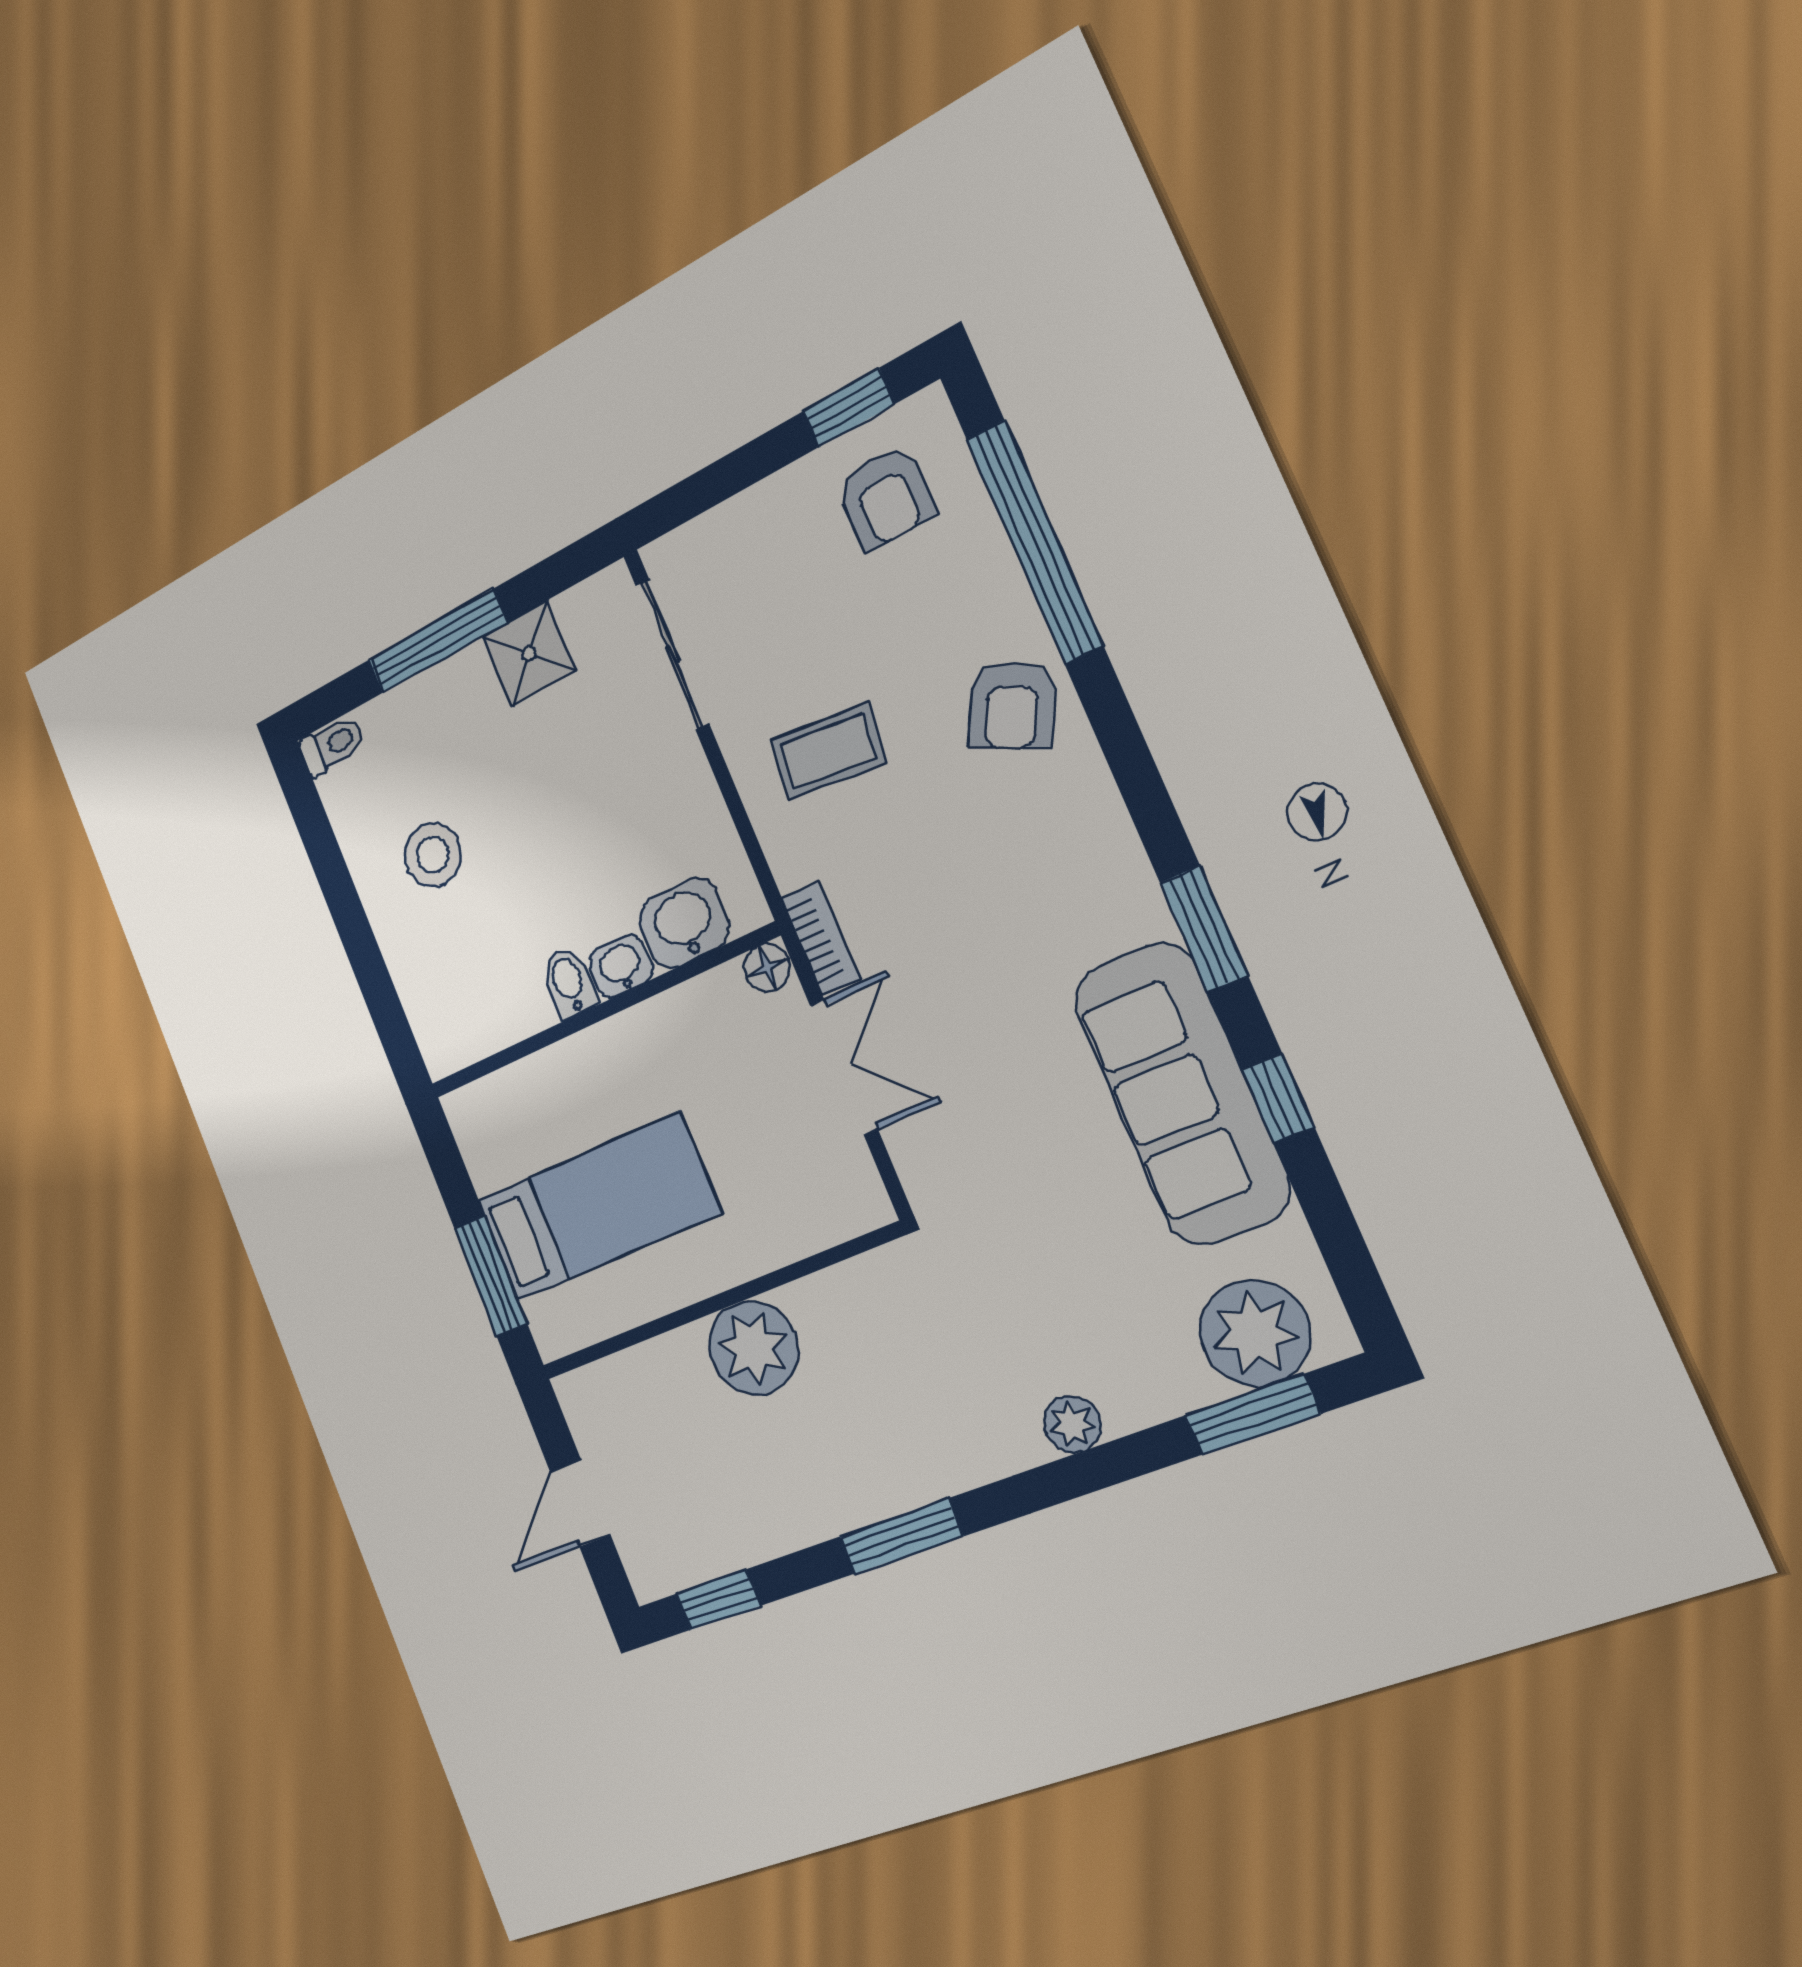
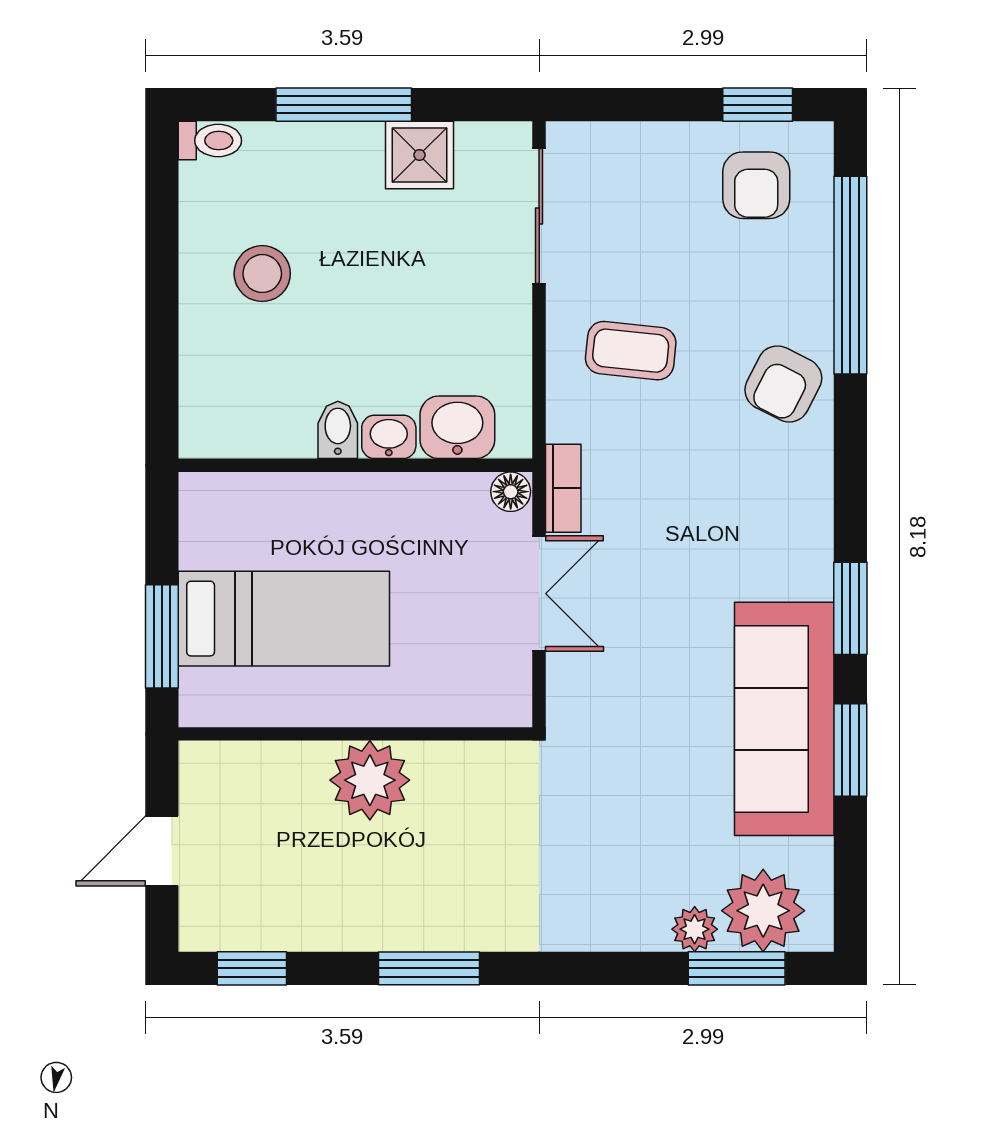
window: (1278, 1098) -> (850, 750), width x1.50
plant: (1072, 1424) -> (695, 929), moved

